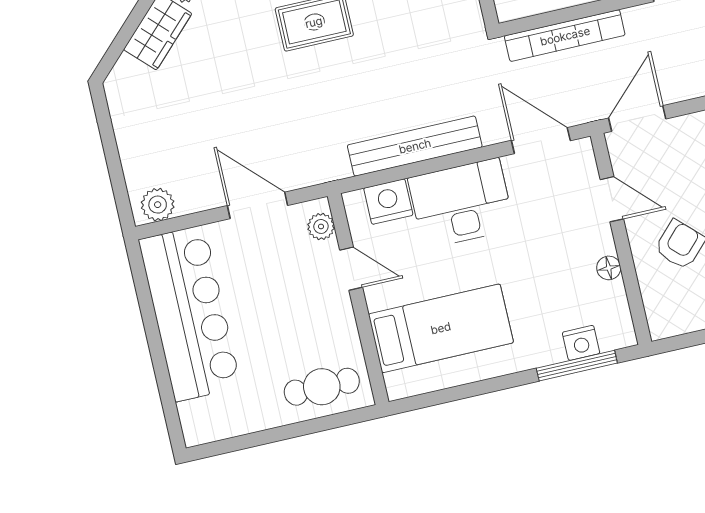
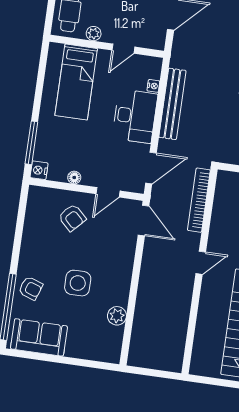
nightstand: (388, 202) -> (153, 86), width x0.53, depth x0.56
plant: (321, 226) -> (94, 34), moved
nightstand: (581, 343) -> (39, 170), moved

